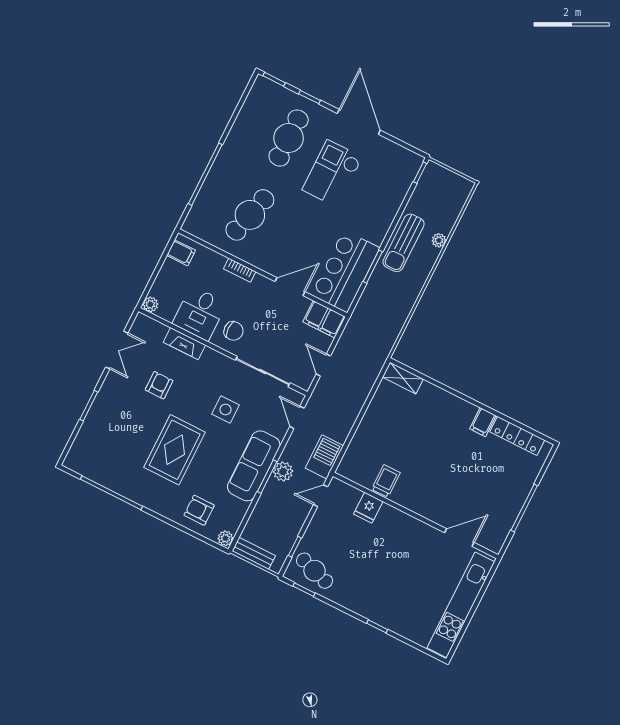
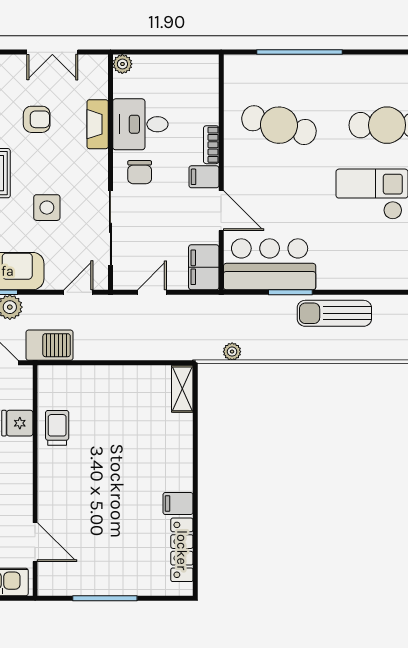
plant: (439, 240) -> (232, 352), moved
filing cabinet: (181, 253) -> (204, 177), moved, turned 90
trolley: (386, 481) -> (57, 428), turned -90

